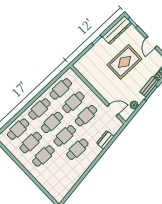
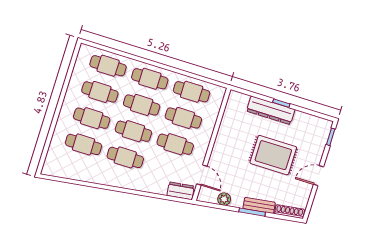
dresser: (117, 30) -> (271, 110), moved
dresser: (105, 140) -> (181, 191), moved
cafe table: (56, 169) -> (84, 144), added

